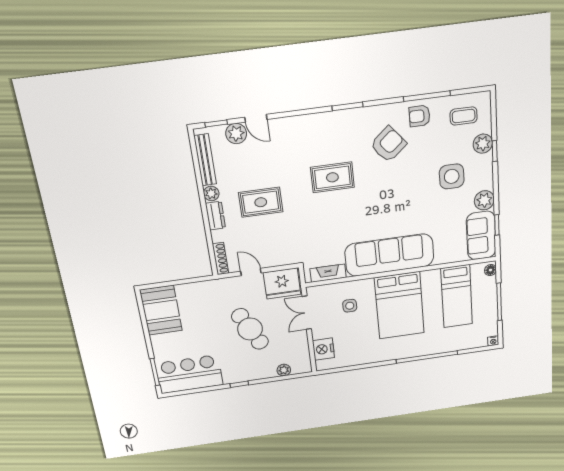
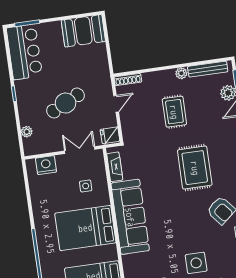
rug: (332, 177) -> (195, 168), width x1.36, depth x1.43
dresser: (215, 216) -> (164, 76), removed
fridge: (282, 283) -> (110, 135), width x0.53, depth x0.75

